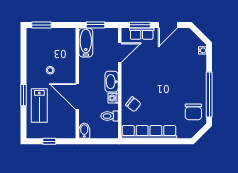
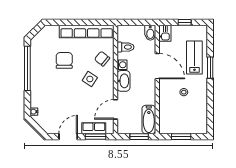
window: (42, 25) -> (181, 137), moved
side table: (146, 84) -> (90, 79), added
chair: (193, 112) -> (64, 60), moved
kitchen sink: (69, 130) -> (165, 33), added

